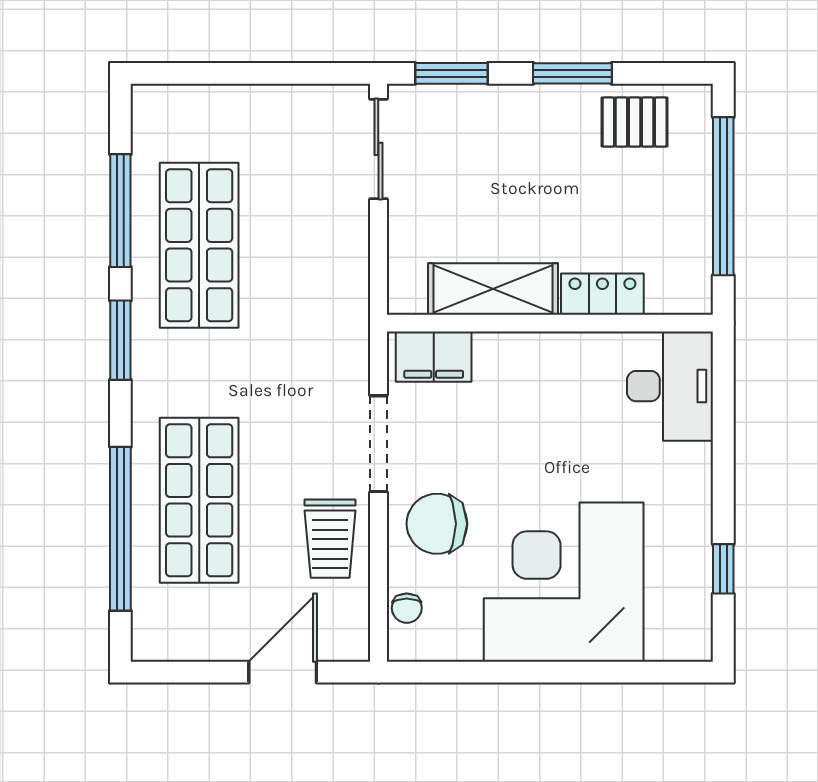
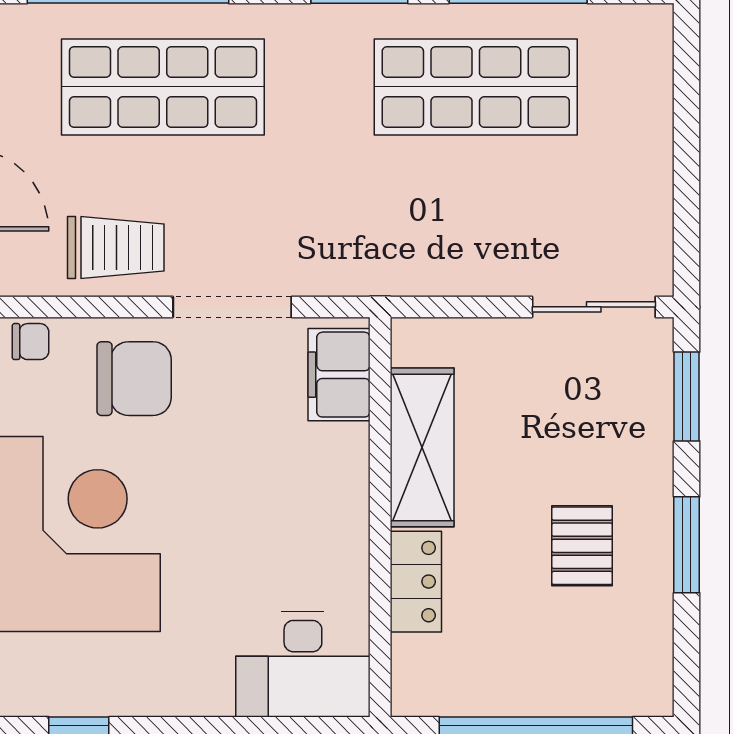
pallet: (635, 122) -> (582, 546), moved
chair: (437, 524) -> (134, 379), turned 90
trolley: (330, 539) -> (116, 248), turned 180
chair: (407, 608) -> (31, 342), turned 180

